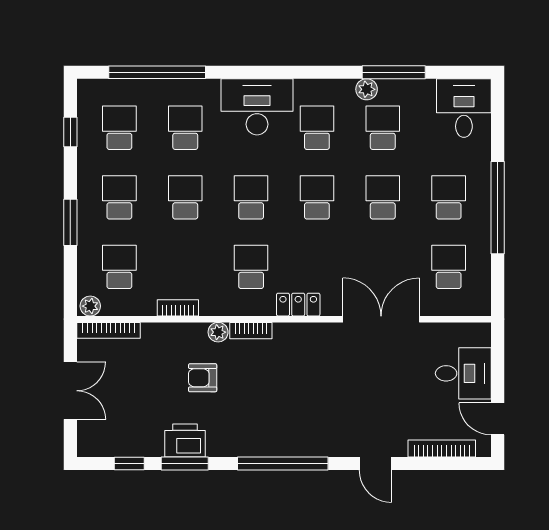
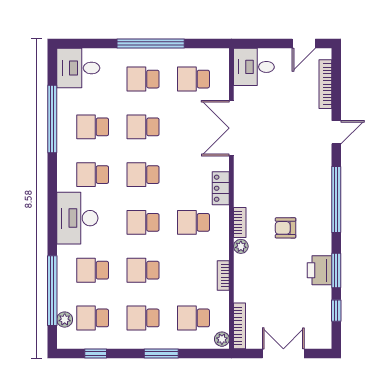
window: (394, 72) -> (52, 119), width x1.46
plant: (367, 89) -> (65, 320), moved
desk: (463, 373) -> (254, 67), moved, turned -90
armchair: (203, 378) -> (286, 228), moved, turned 90

